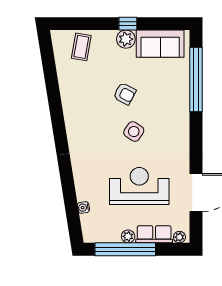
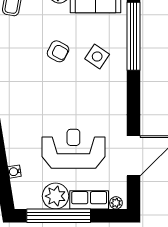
side table: (134, 132) -> (97, 56), moved
plant: (128, 236) -> (55, 196), width x1.88, depth x1.88

